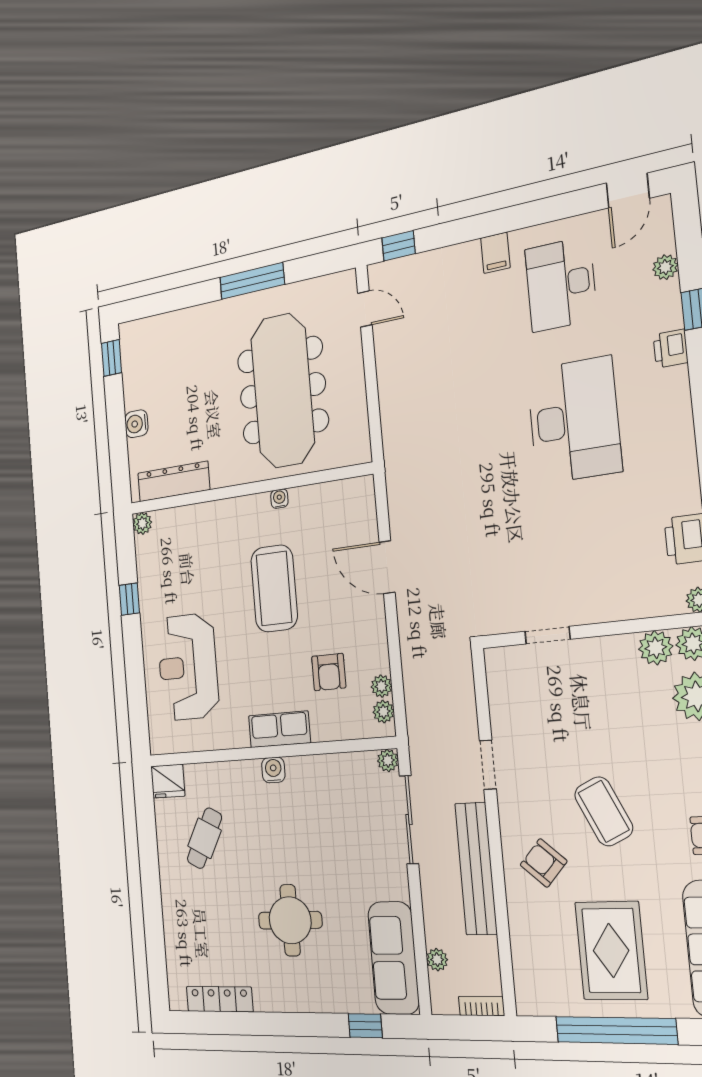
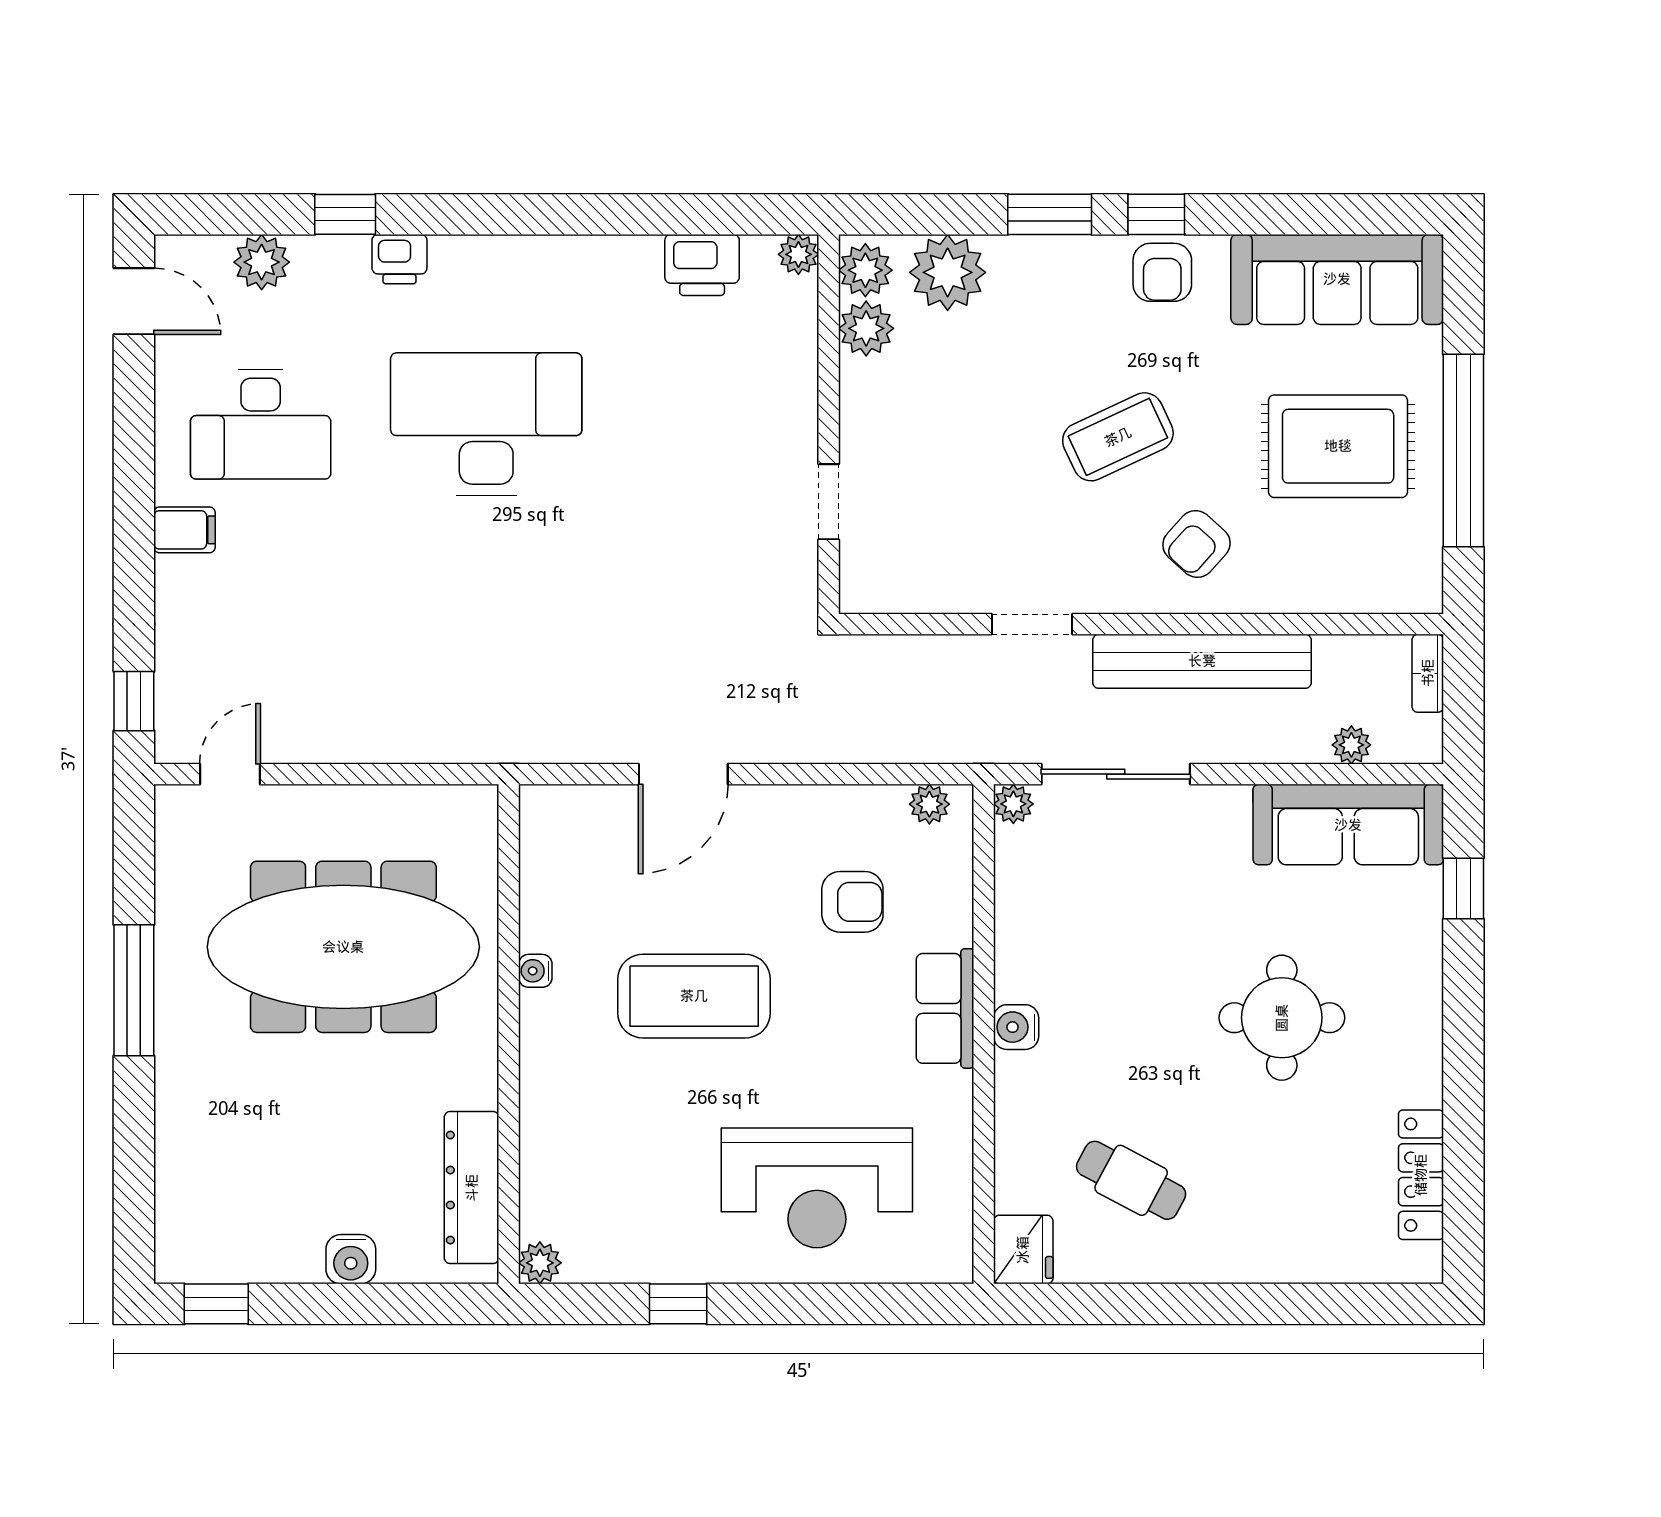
plant: (665, 267) -> (262, 262), width x1.38, depth x1.38
plant: (381, 686) -> (886, 804), removed

